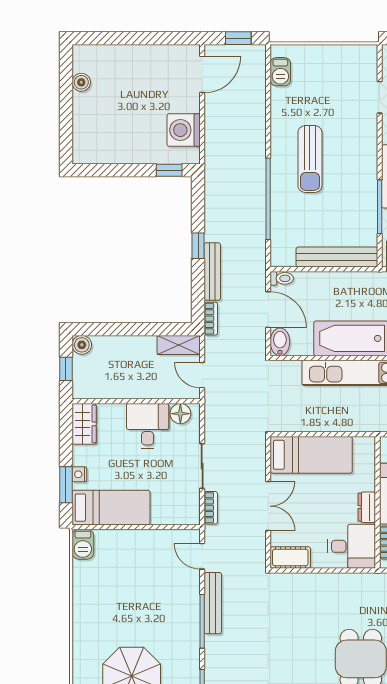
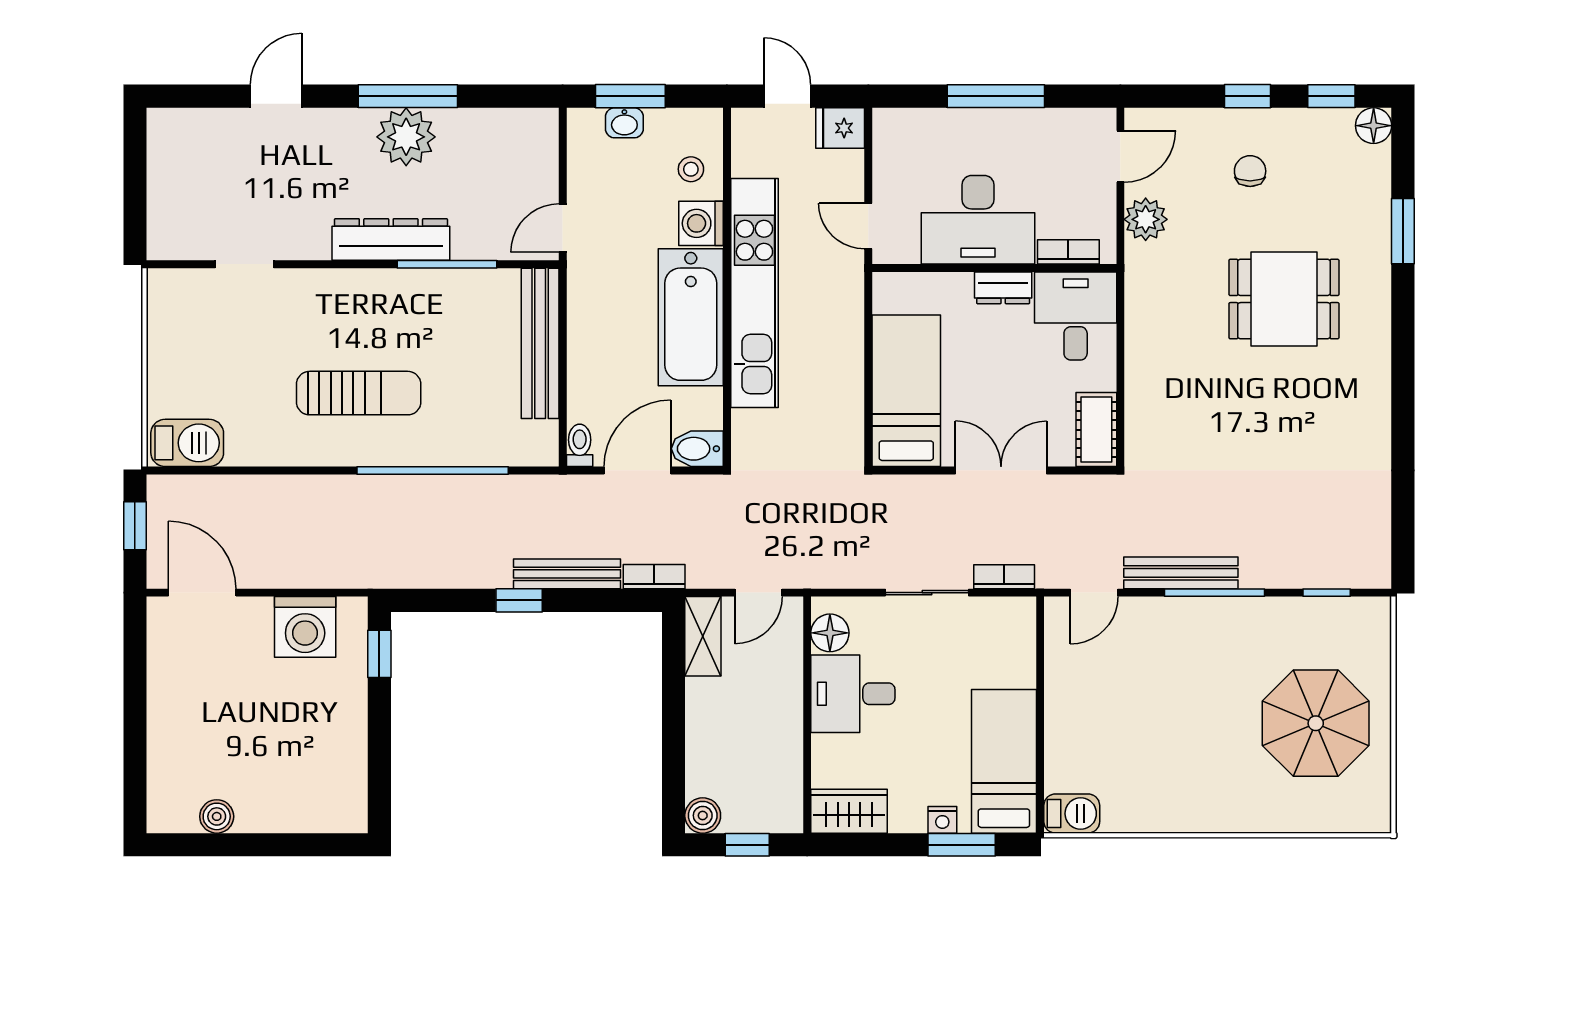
barbecue: (280, 72) -> (187, 443), width x1.38, depth x1.27

